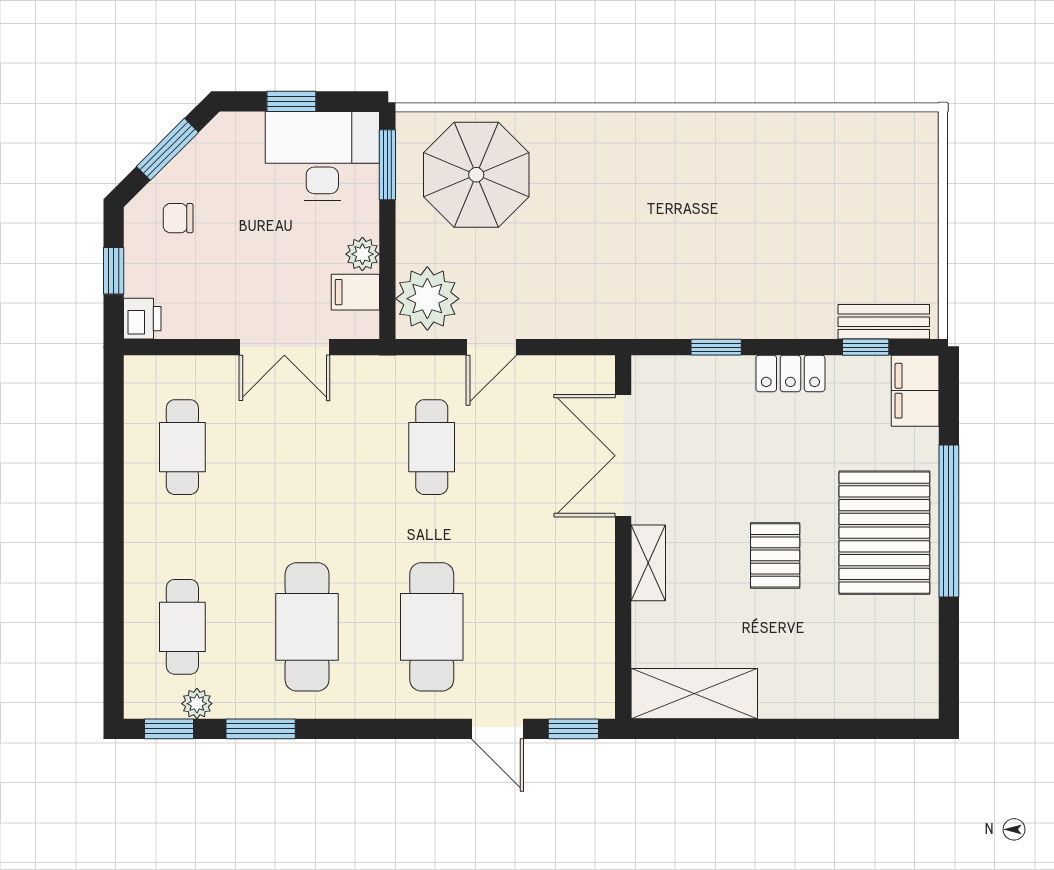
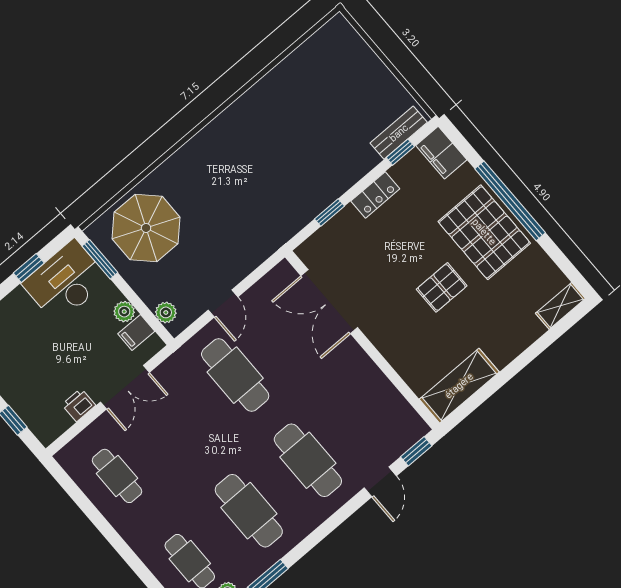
chair: (178, 218) -> (22, 369), removed
plant: (427, 299) -> (166, 312), width x0.53, depth x0.53
printer: (142, 319) -> (79, 405), moved, turned -90
cafe table: (432, 447) -> (235, 375), width x1.37, depth x1.35
pallet: (775, 555) -> (442, 287), turned 90
shelving: (648, 563) -> (560, 306), moved, turned 90
door: (497, 729) -> (380, 482), hinge flipped

